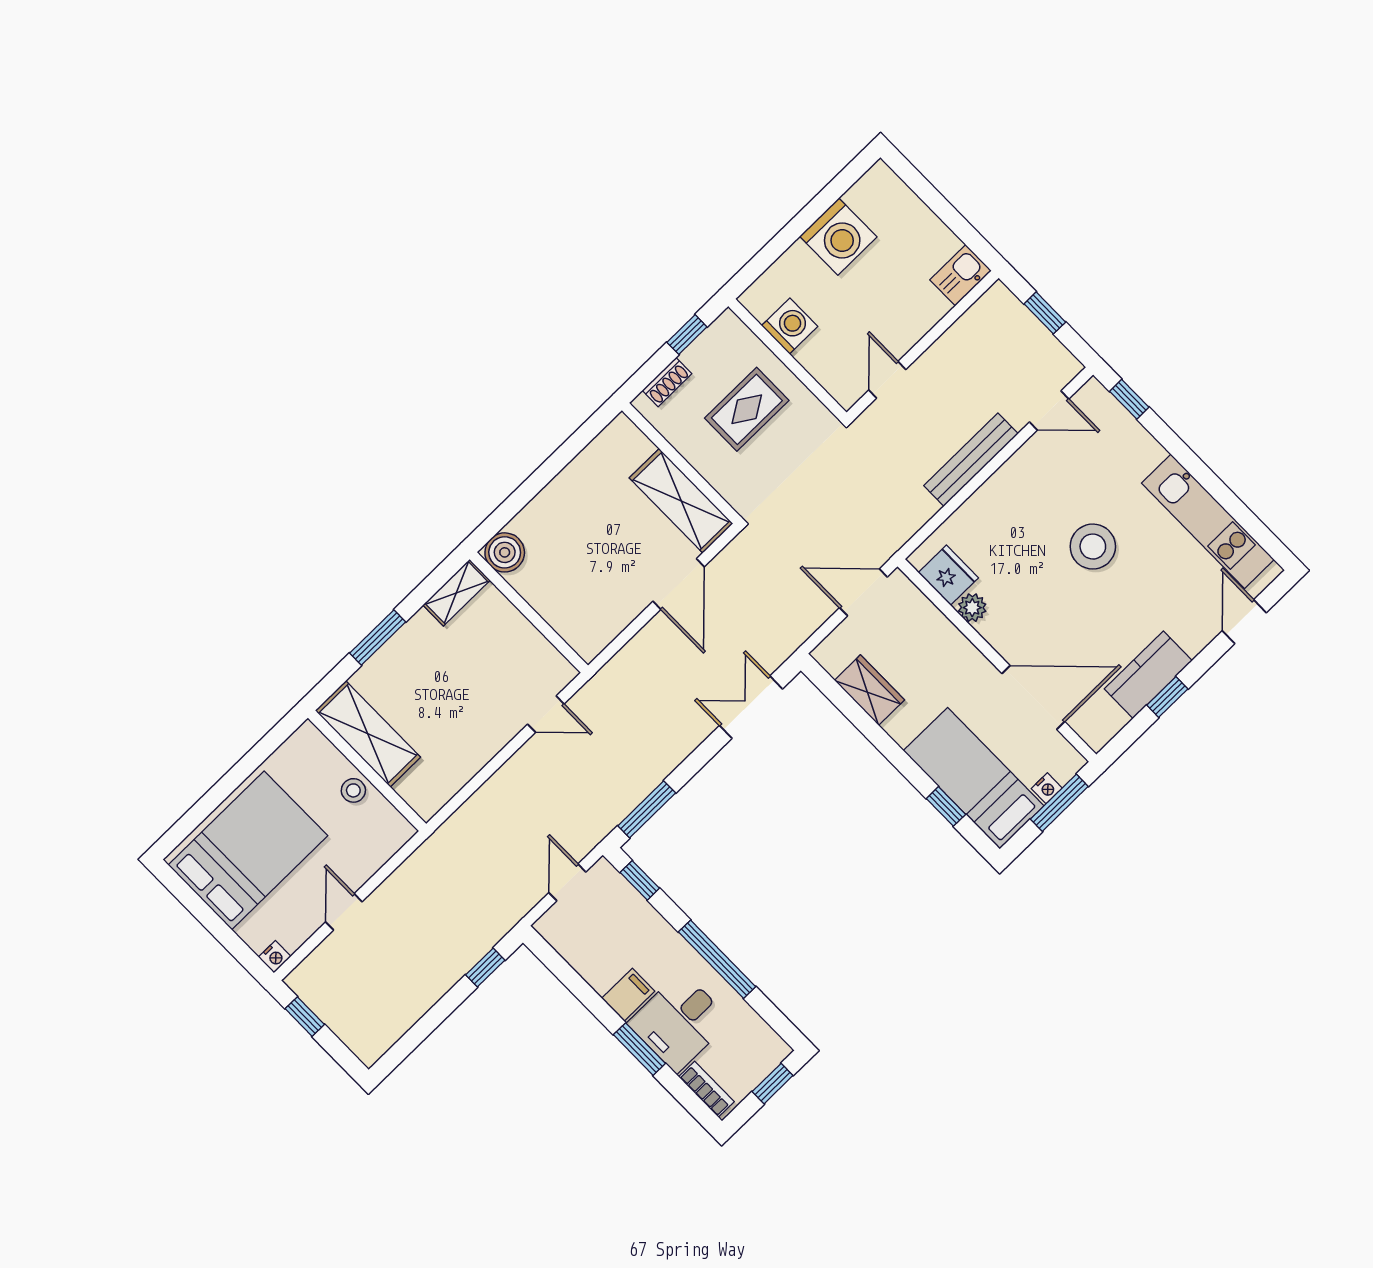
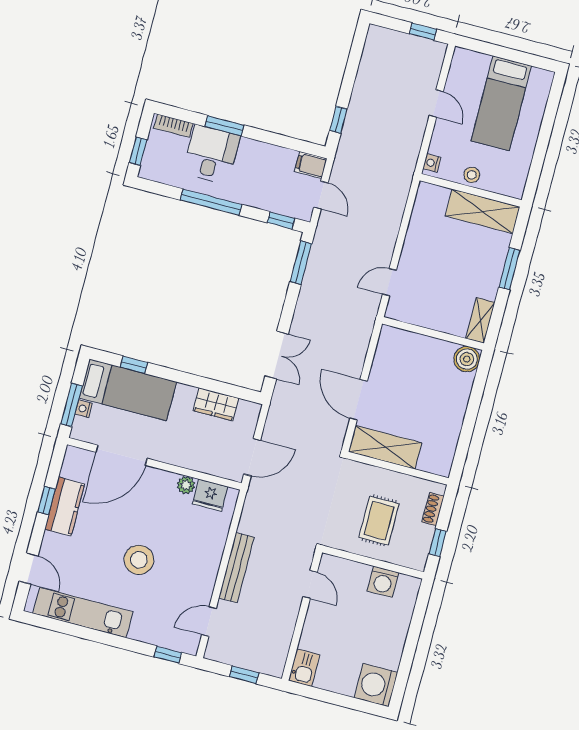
washing machine: (838, 237) -> (376, 685), moved
bed: (248, 850) -> (501, 103), width x0.67
nightstand: (275, 957) -> (432, 163), moved
filing cabinet: (628, 995) -> (311, 165), moved, turned 90

